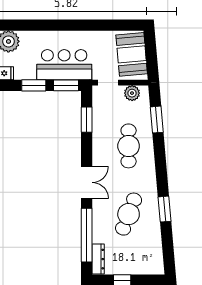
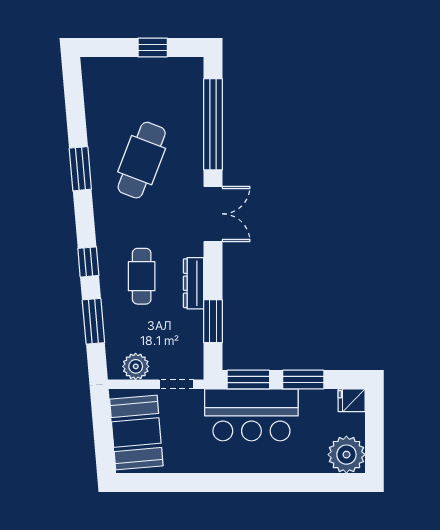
cafe table: (129, 146) -> (142, 276), width x0.73, depth x0.74
window: (160, 154) -> (88, 262), added
double door: (87, 182) -> (213, 214), swing flipped
dresser: (98, 259) -> (194, 283), moved

